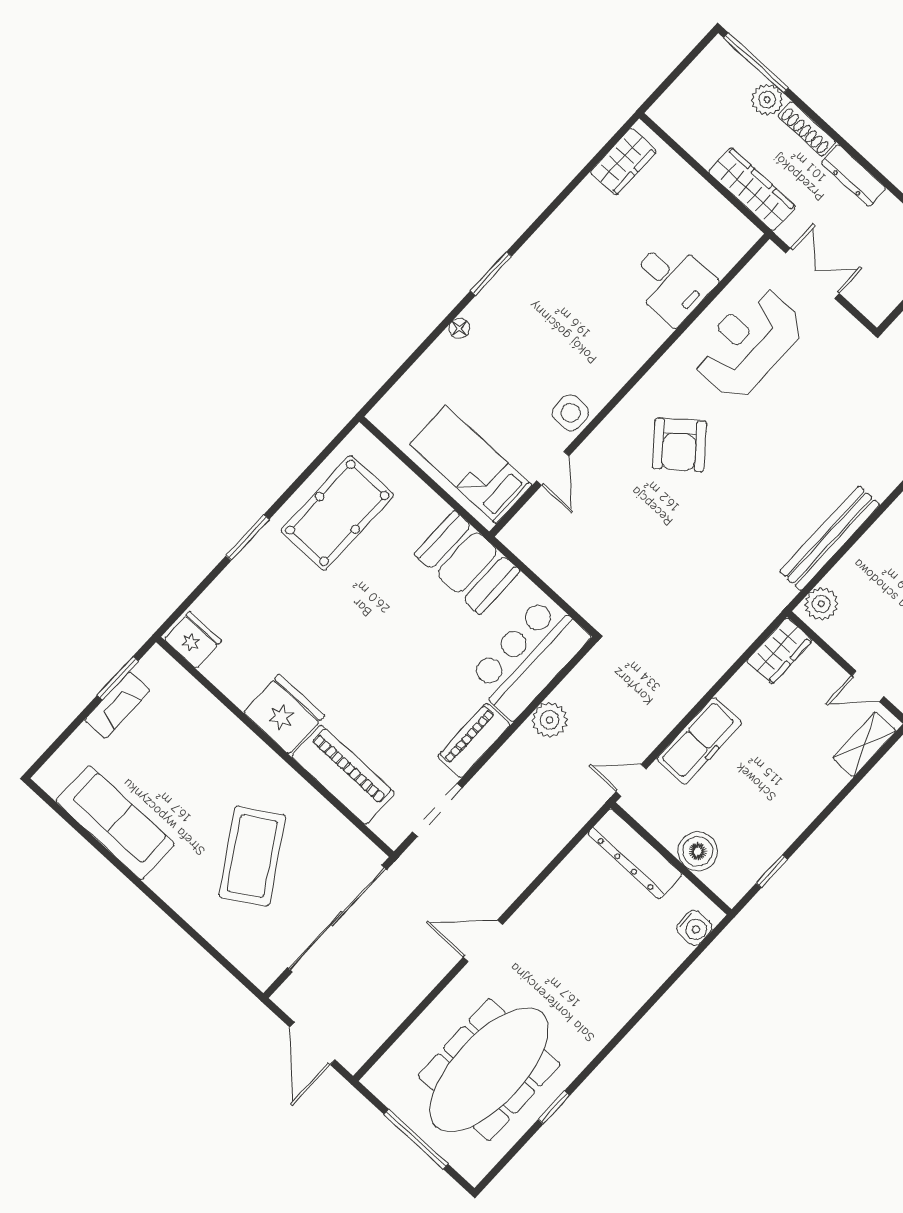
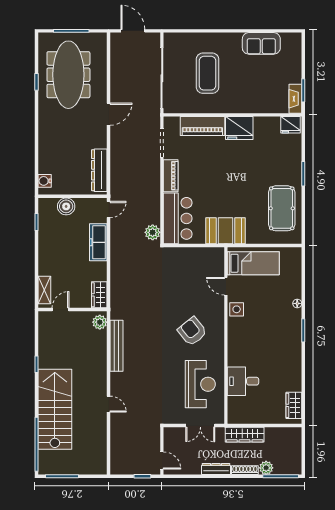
fireplace: (117, 705) -> (295, 99), moved
plant: (550, 720) -> (153, 232), moved
sofa: (115, 823) -> (261, 43), width x0.73
dresser: (635, 854) -> (99, 170), moved, turned -90
coffee table: (252, 856) -> (208, 73), turned 32

